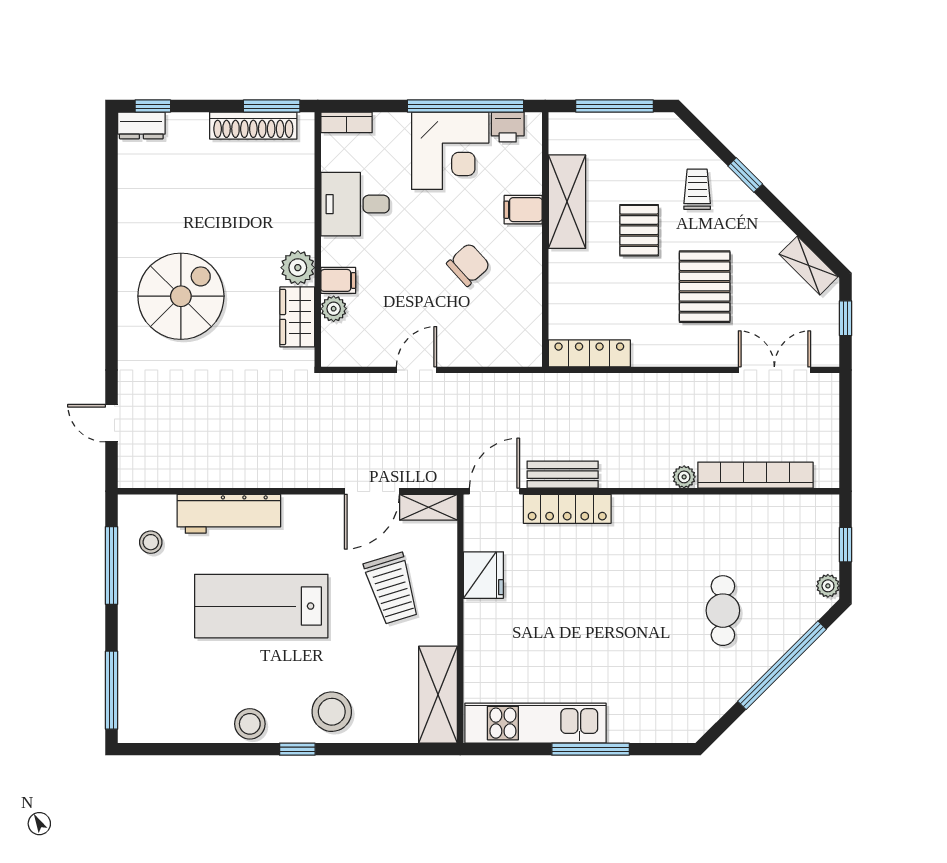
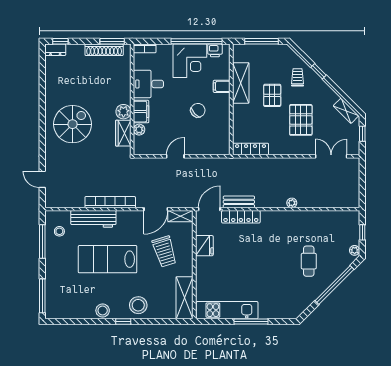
filing cabinet: (338, 280) -> (141, 112), width x2.00
bookcase: (755, 475) -> (110, 202), moved

